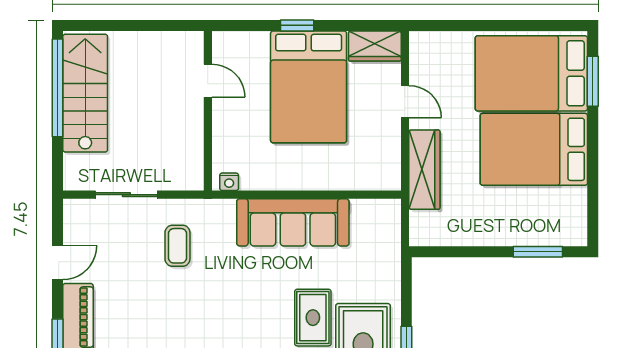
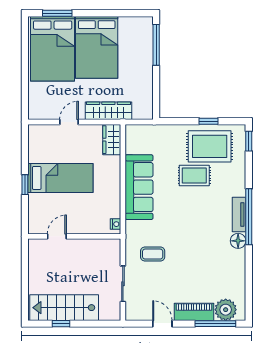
wardrobe: (375, 46) -> (112, 140), moved, turned 180
bed: (309, 87) -> (60, 178), width x0.67
window: (58, 88) -> (61, 324), width x0.32
window: (538, 252) -> (156, 45), width x1.44

